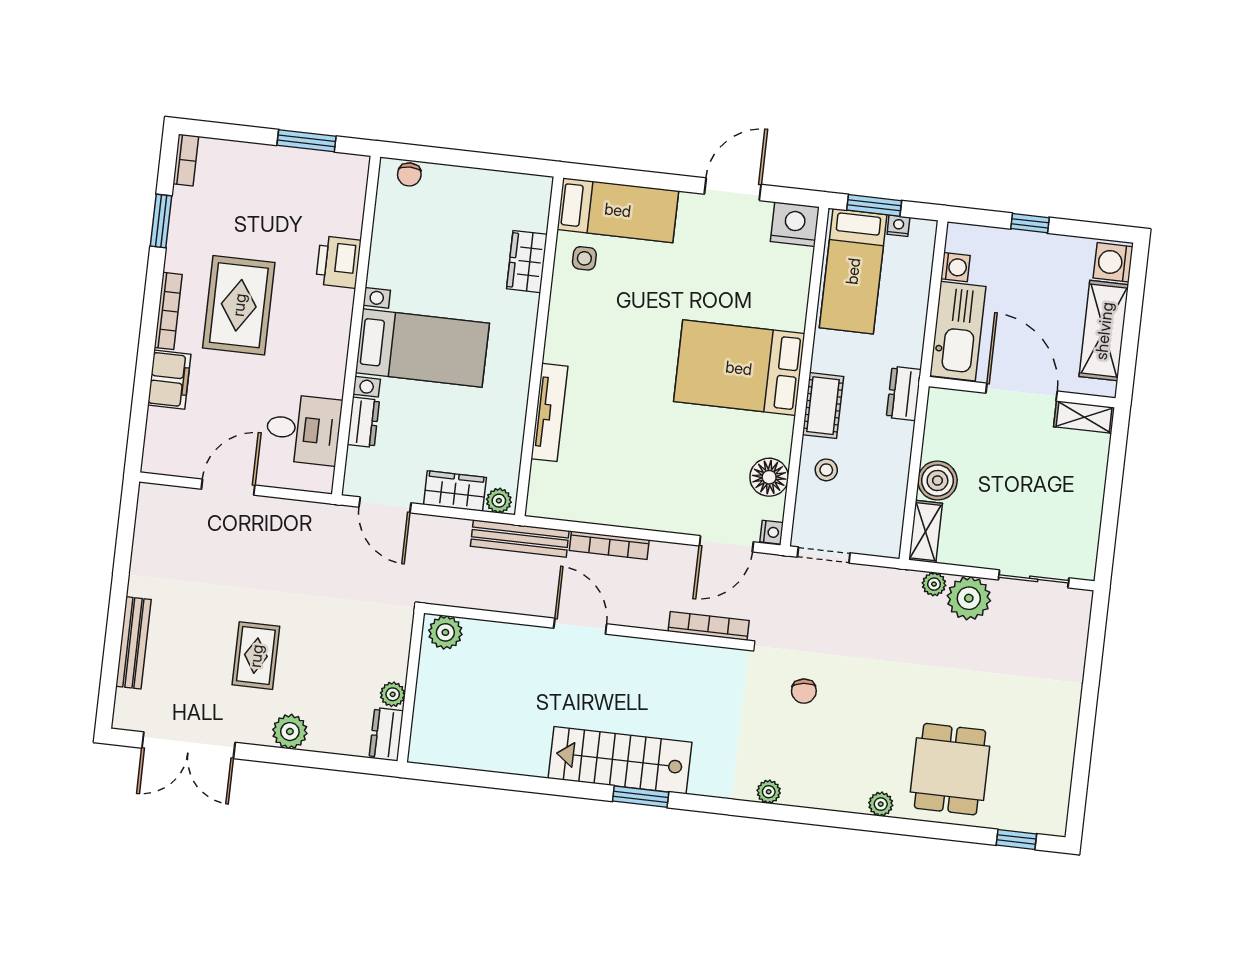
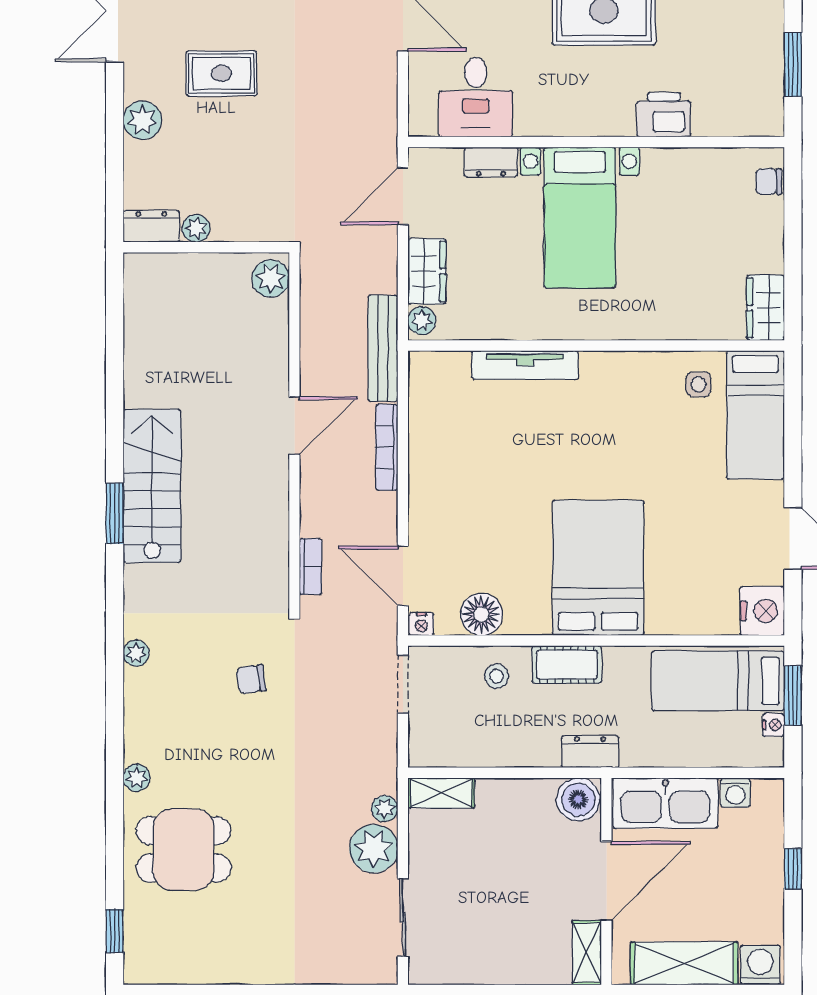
wardrobe: (527, 262) -> (765, 308), moved, turned -90
boiler: (937, 481) -> (578, 800), moved
bookcase: (709, 626) -> (311, 567), width x0.64

